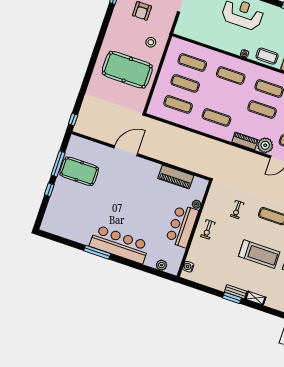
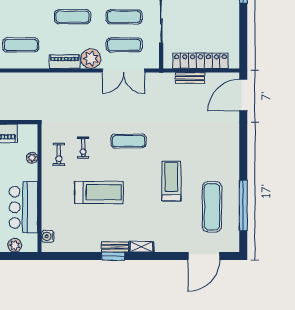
bar counter: (182, 226) -> (23, 207), moved
exercise bike: (208, 229) -> (59, 154), moved
treadmill: (259, 254) -> (99, 192), moved

